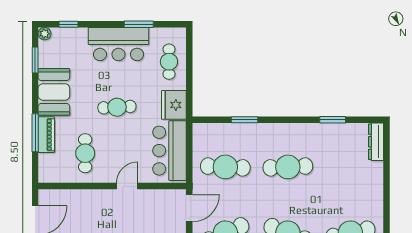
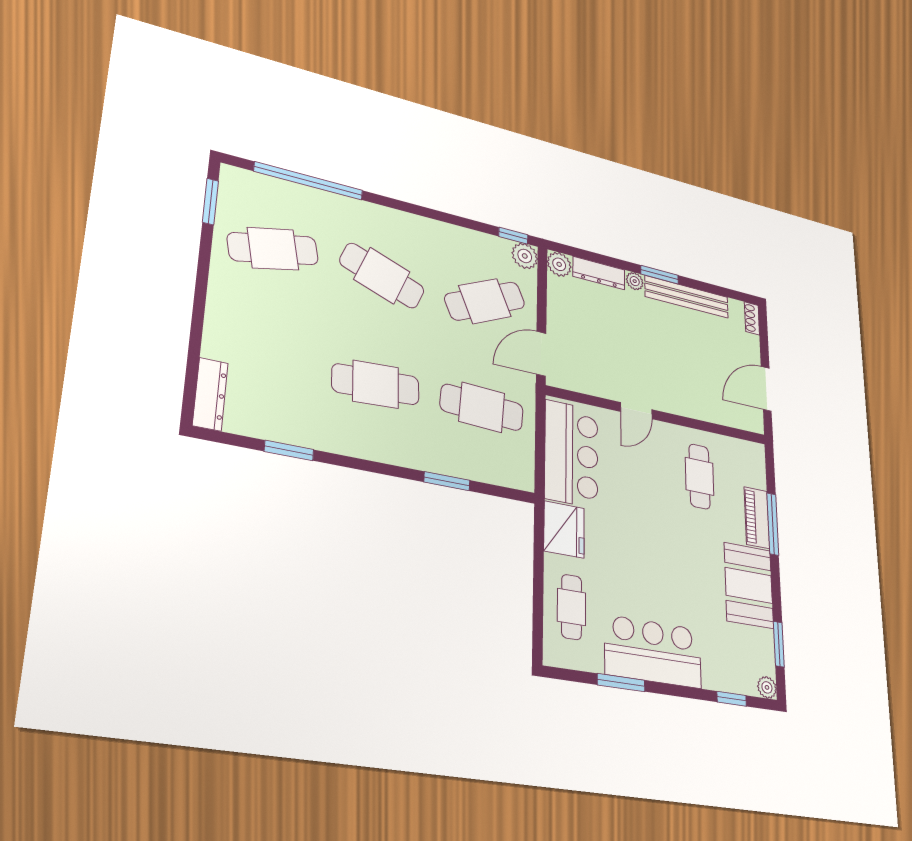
cafe table: (117, 107) -> (654, 543), removed

